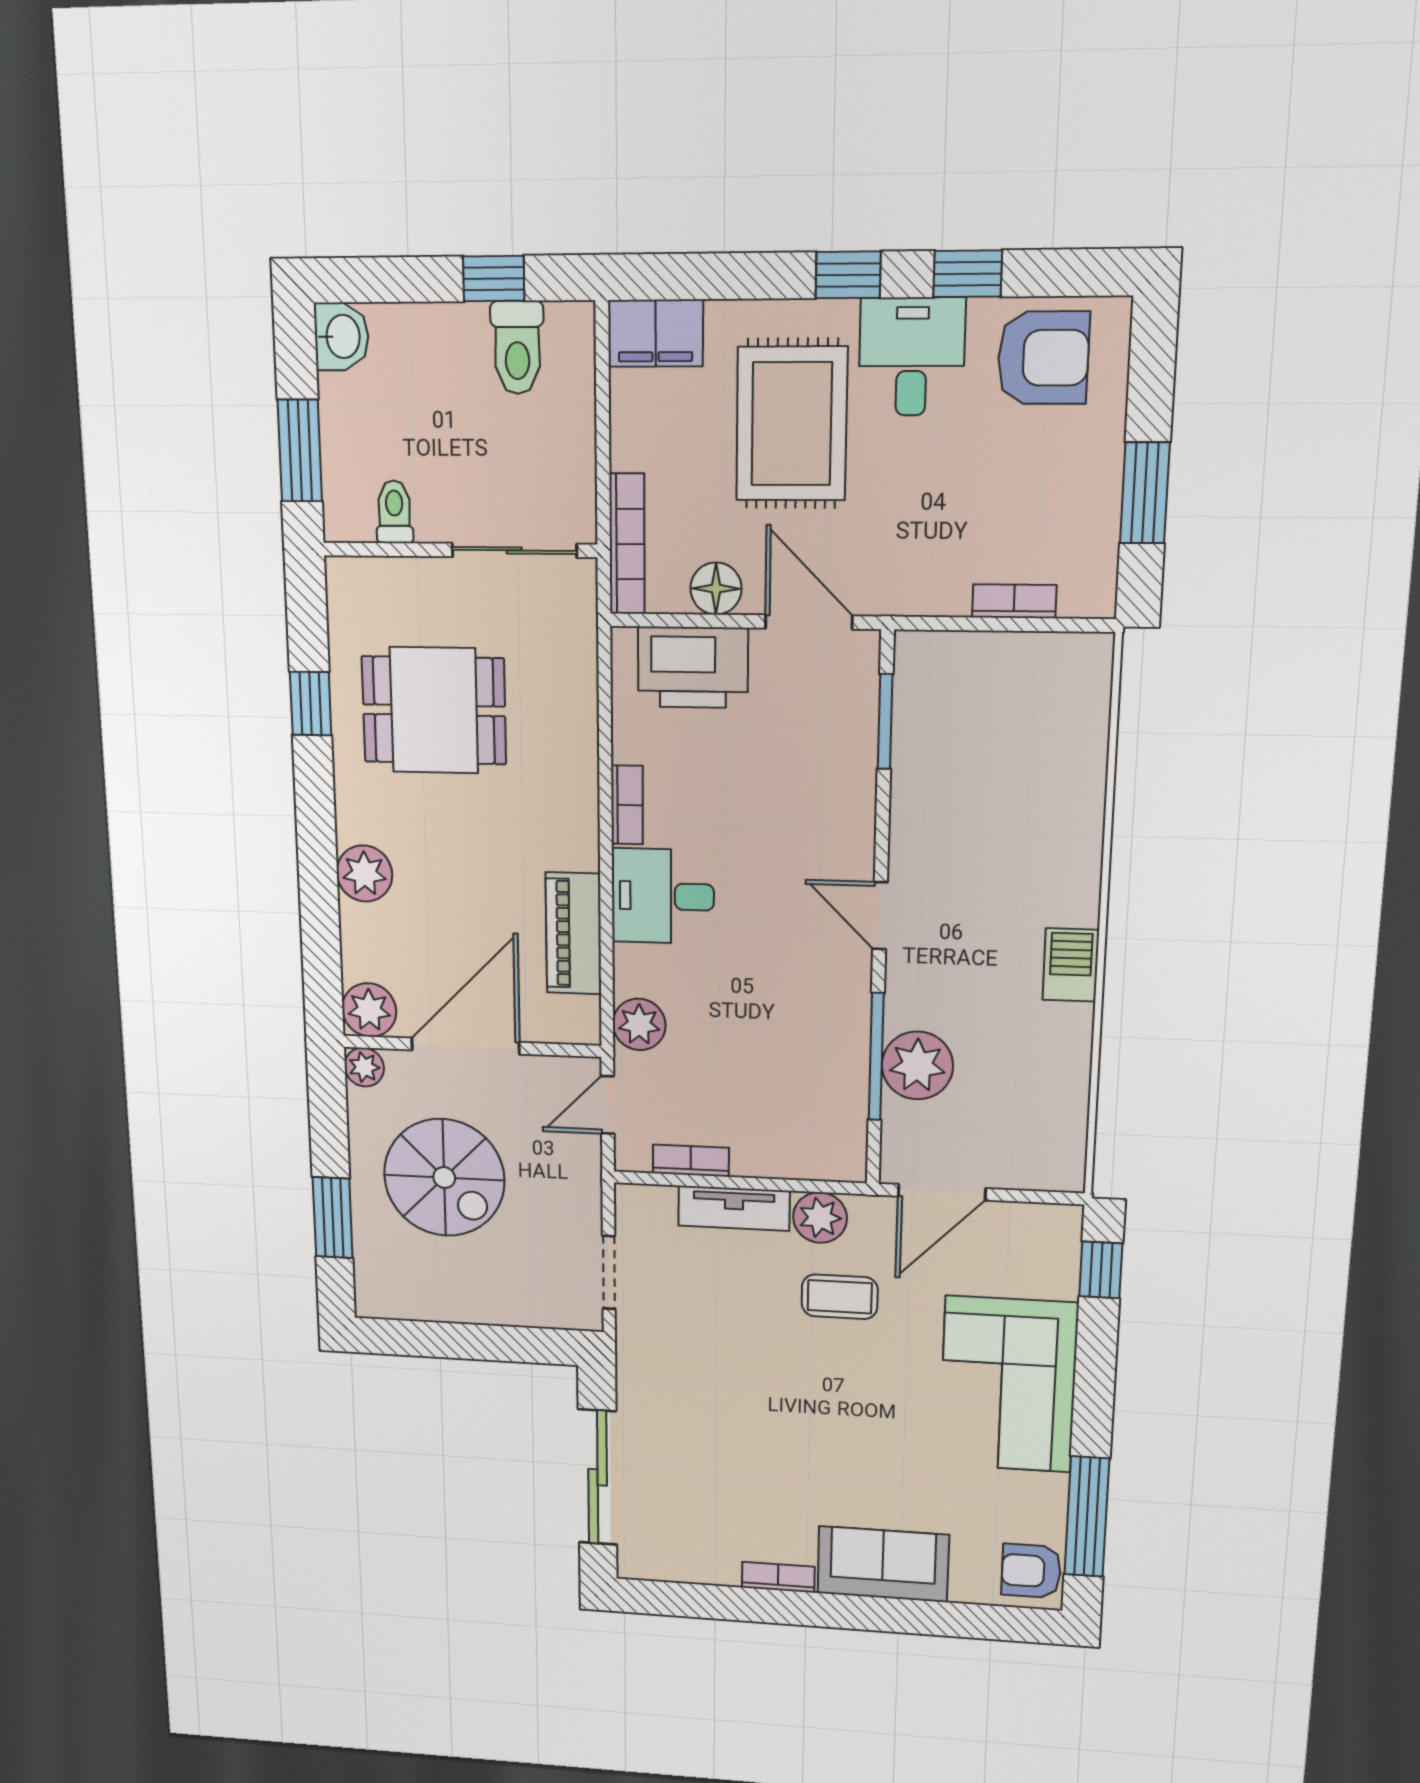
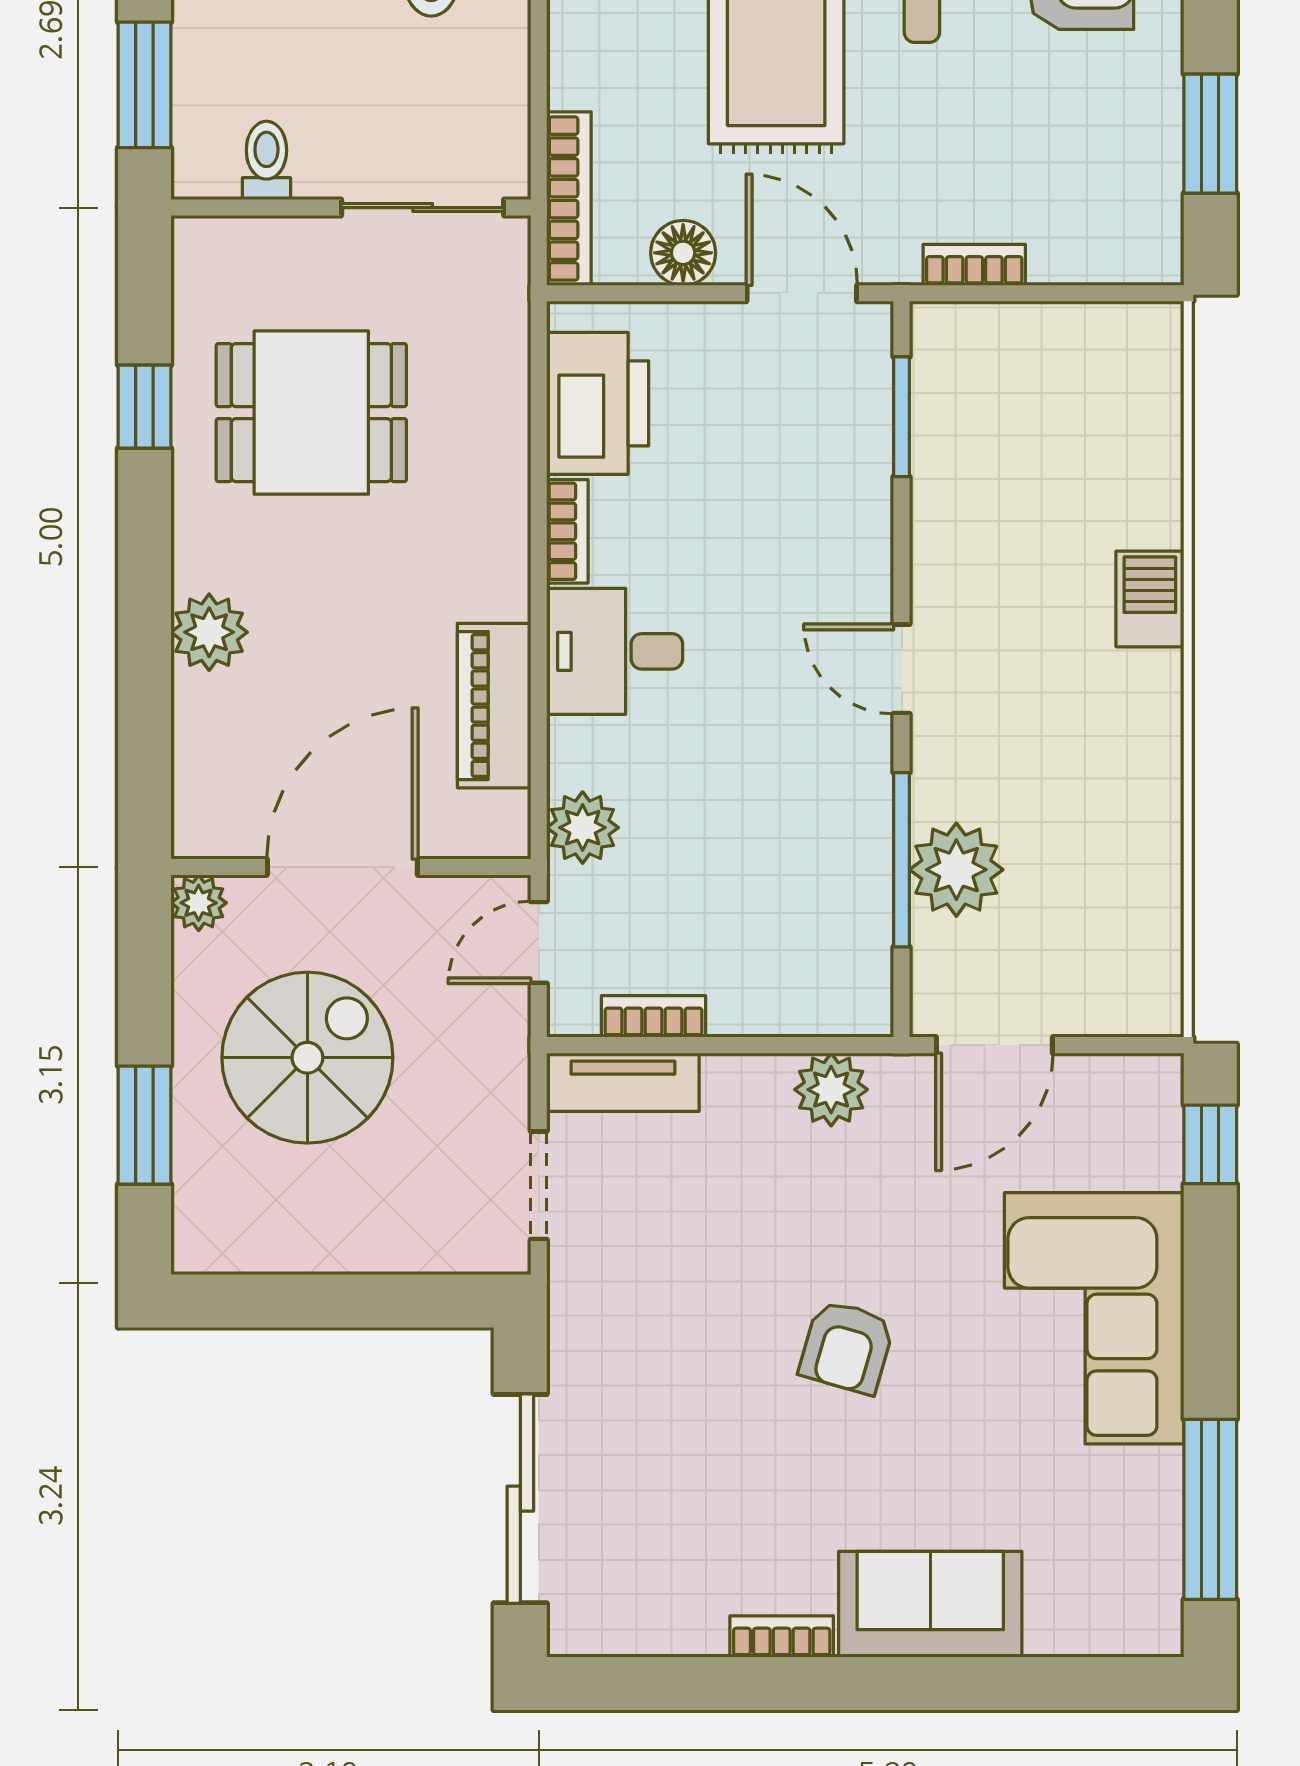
bookcase: (1014, 601) -> (974, 265), moved
printer: (693, 667) -> (598, 403), moved, turned -90
barbecue: (1071, 965) -> (1150, 599), moved
plant: (369, 1010) -> (209, 821), removed
spiral stairs: (444, 1178) -> (307, 1058), turned -90
tv unit: (734, 1208) -> (623, 1082), moved
coffee table: (840, 1297) -> (860, 1203), removed
armchair: (1031, 1571) -> (847, 1347), moved, turned -74

